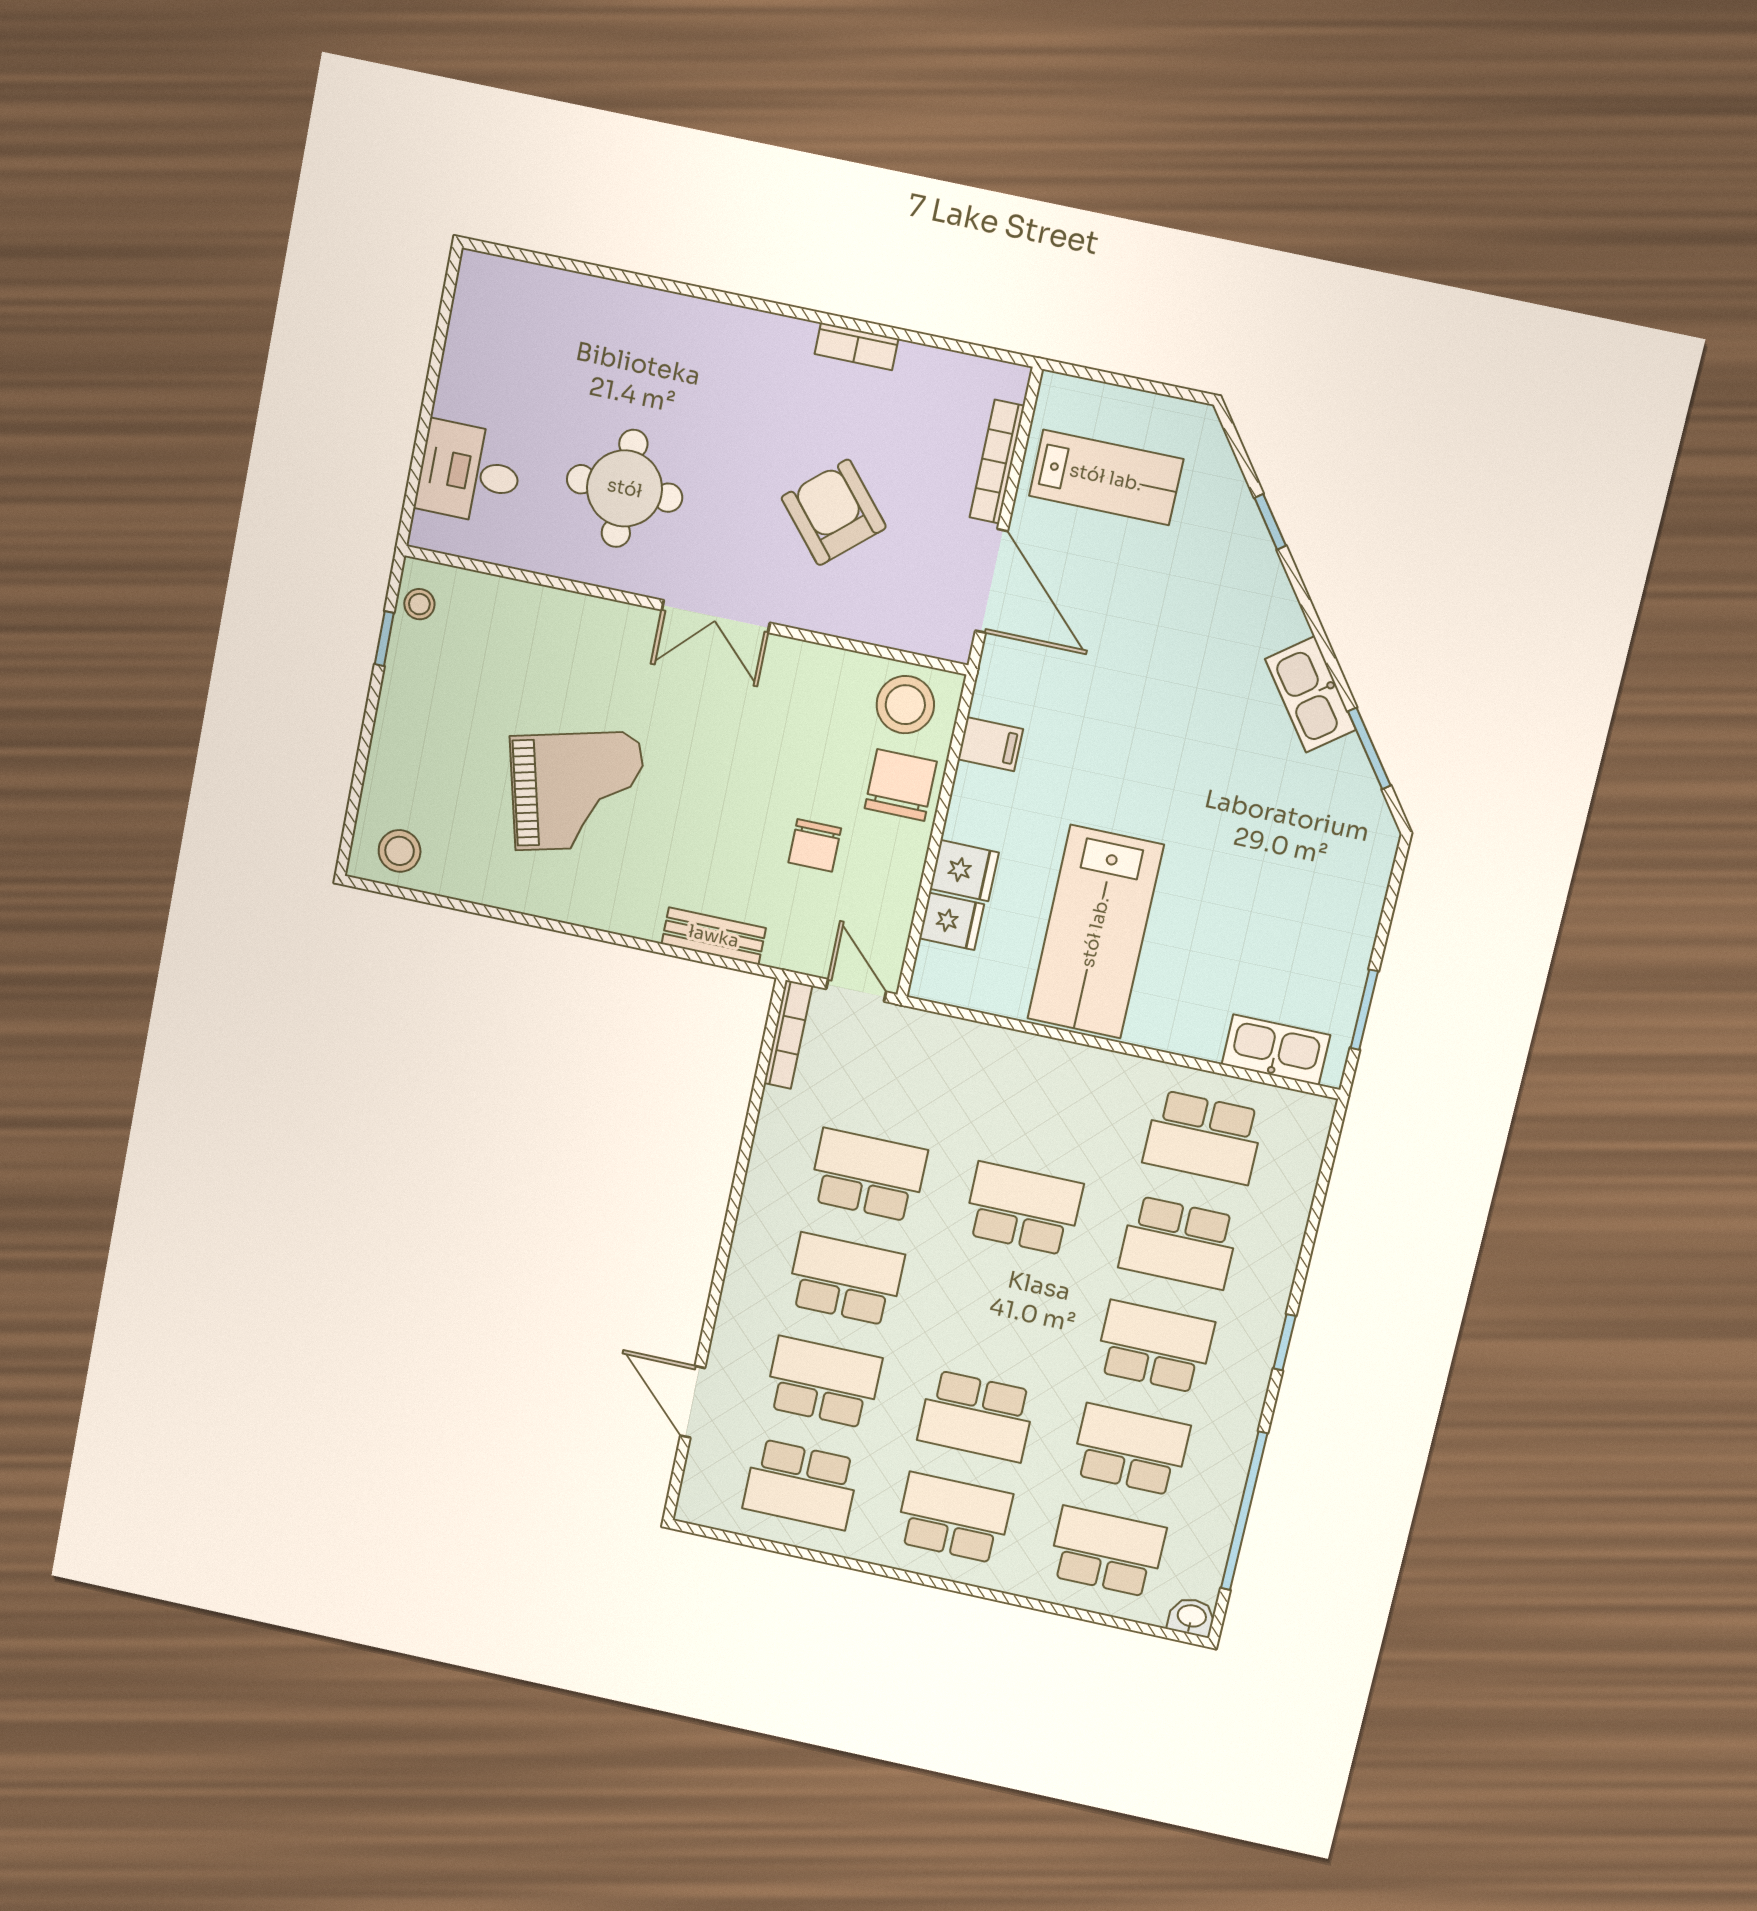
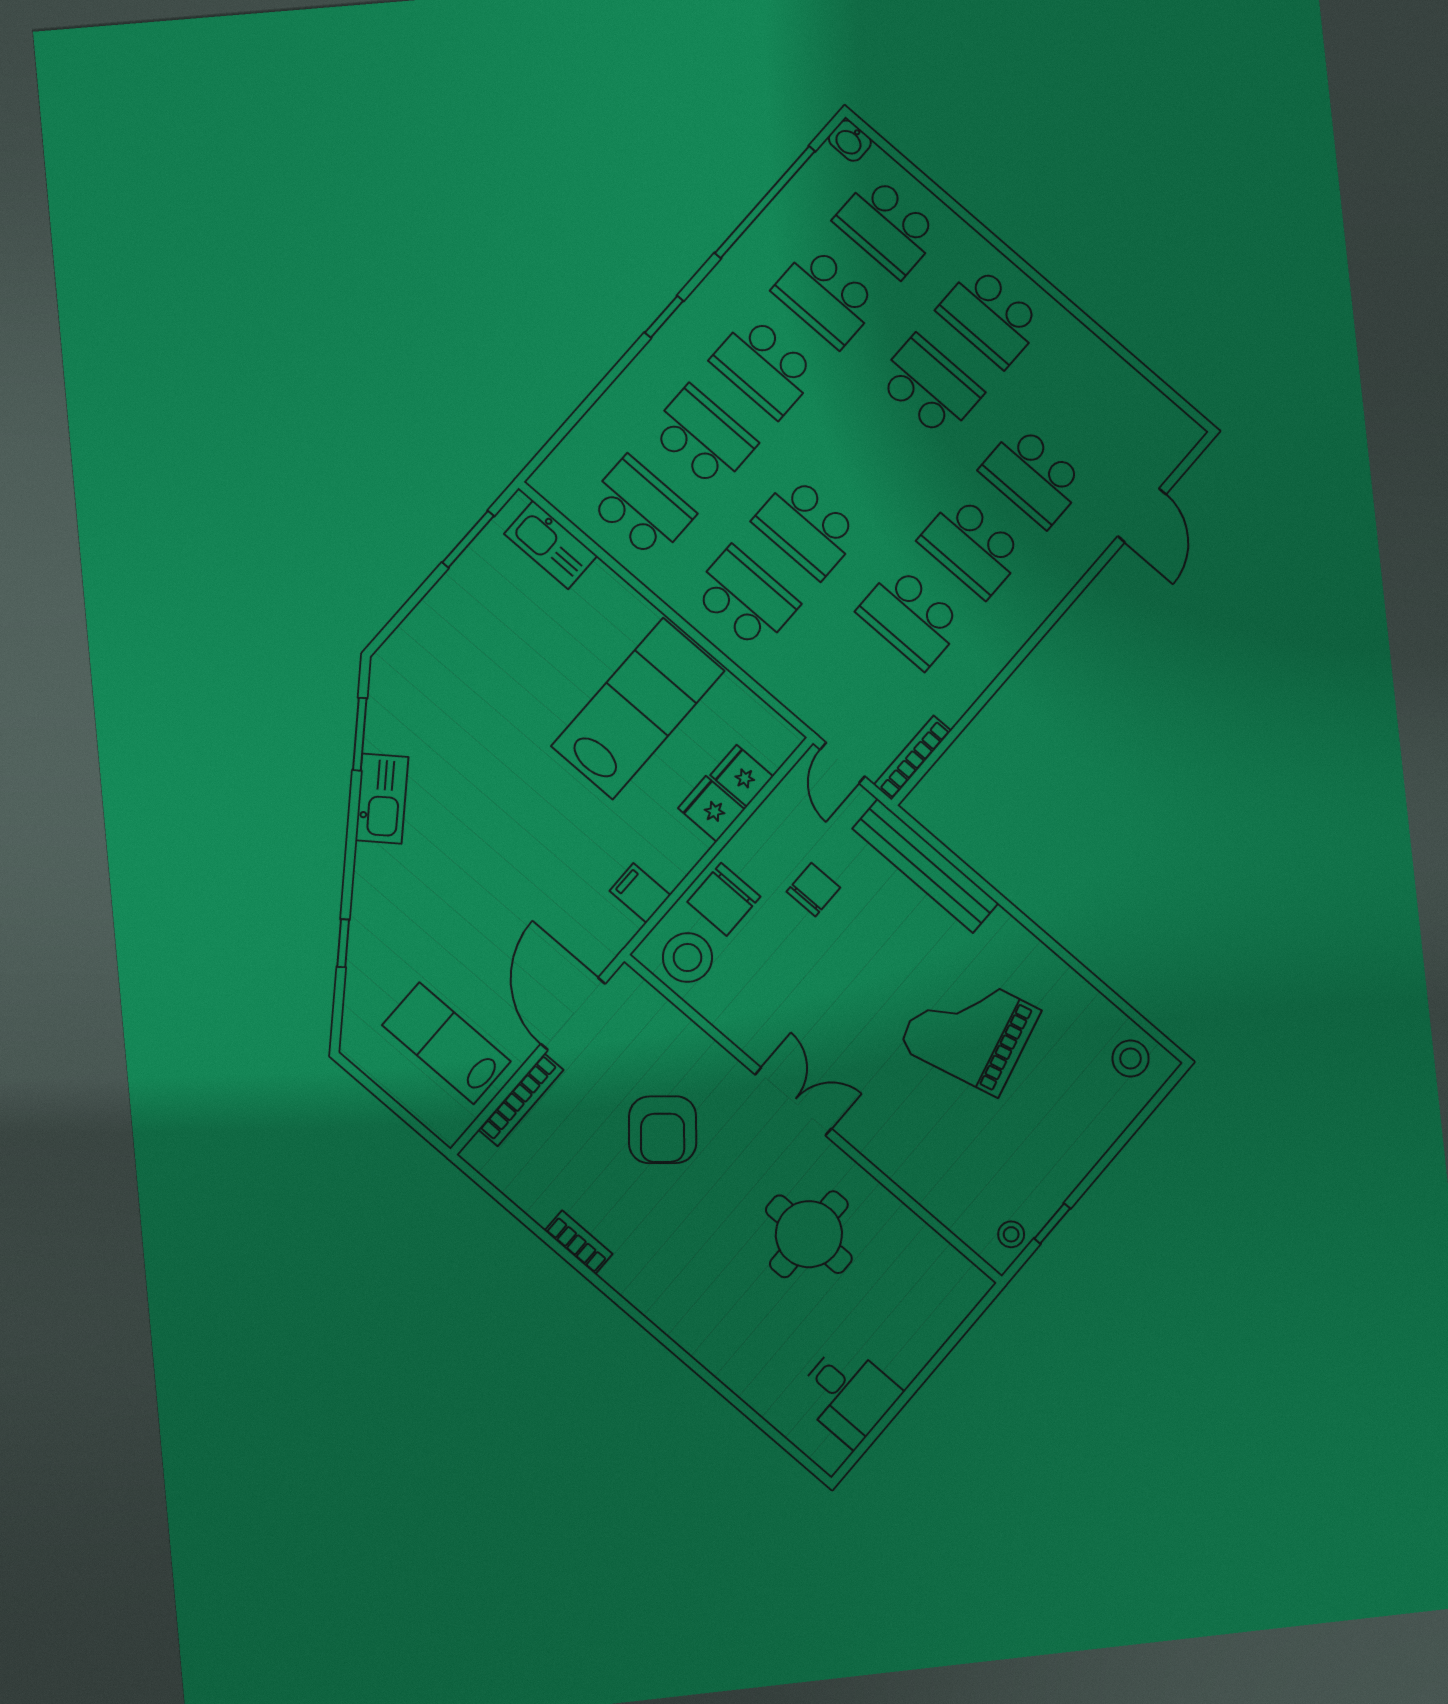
desk: (469, 473) -> (848, 1394), moved
bench: (714, 936) -> (925, 866), width x1.86, depth x1.21
school desk: (801, 1484) -> (745, 598), moved

